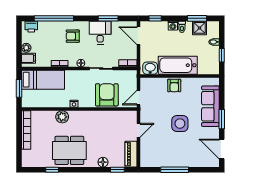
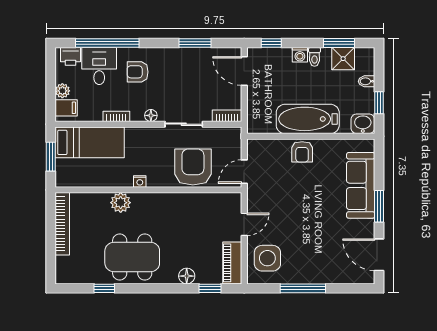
desk: (100, 33) -> (99, 66), moved
washbasin: (150, 68) -> (363, 124), moved
side table: (180, 124) -> (267, 258), moved

